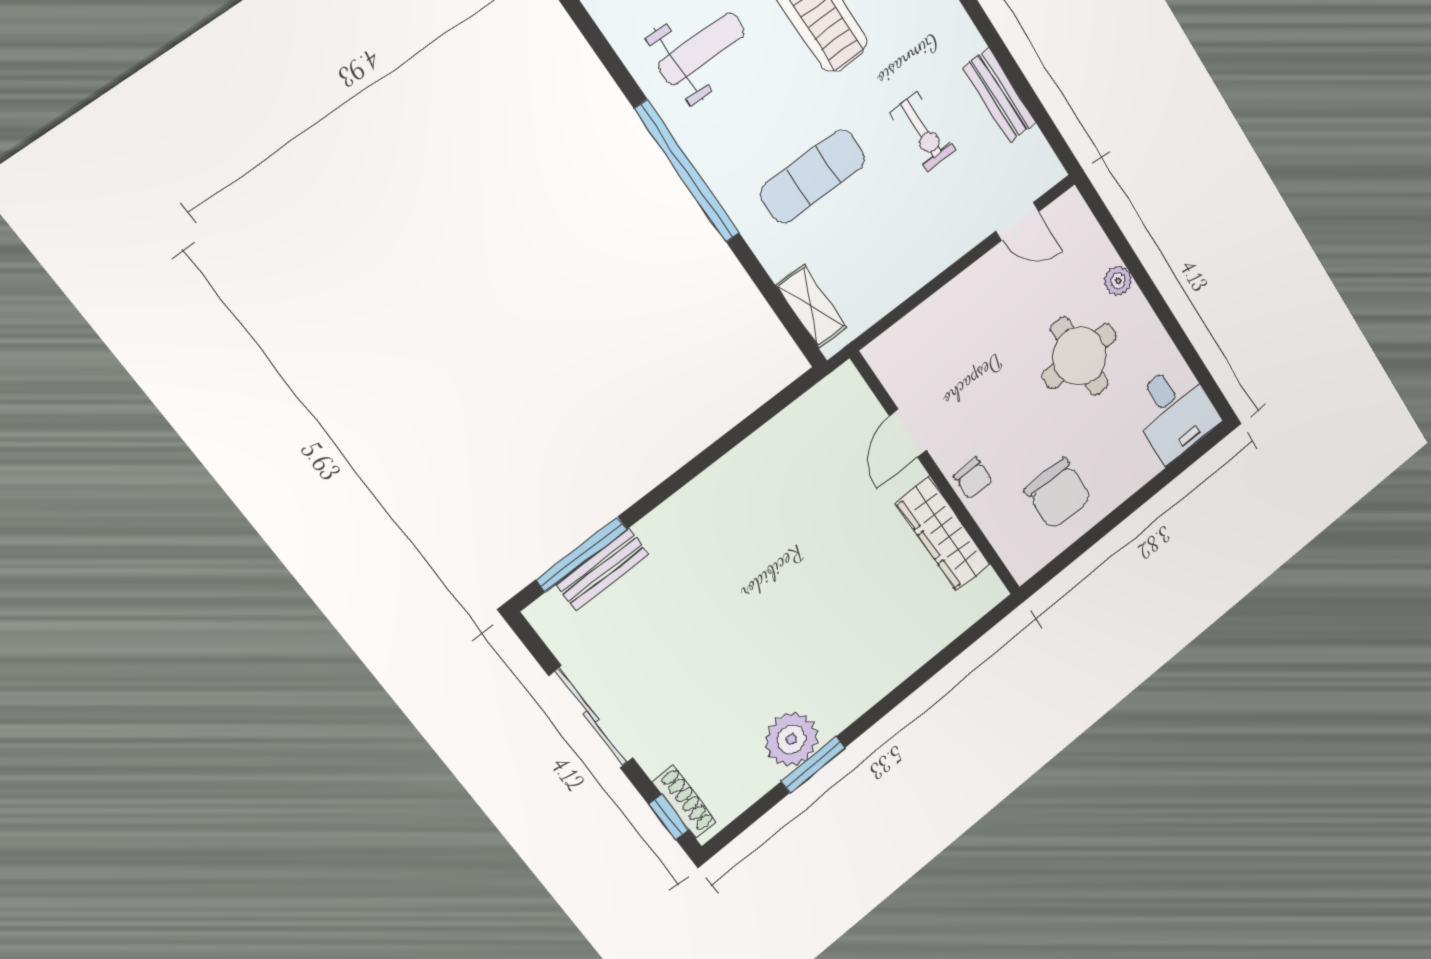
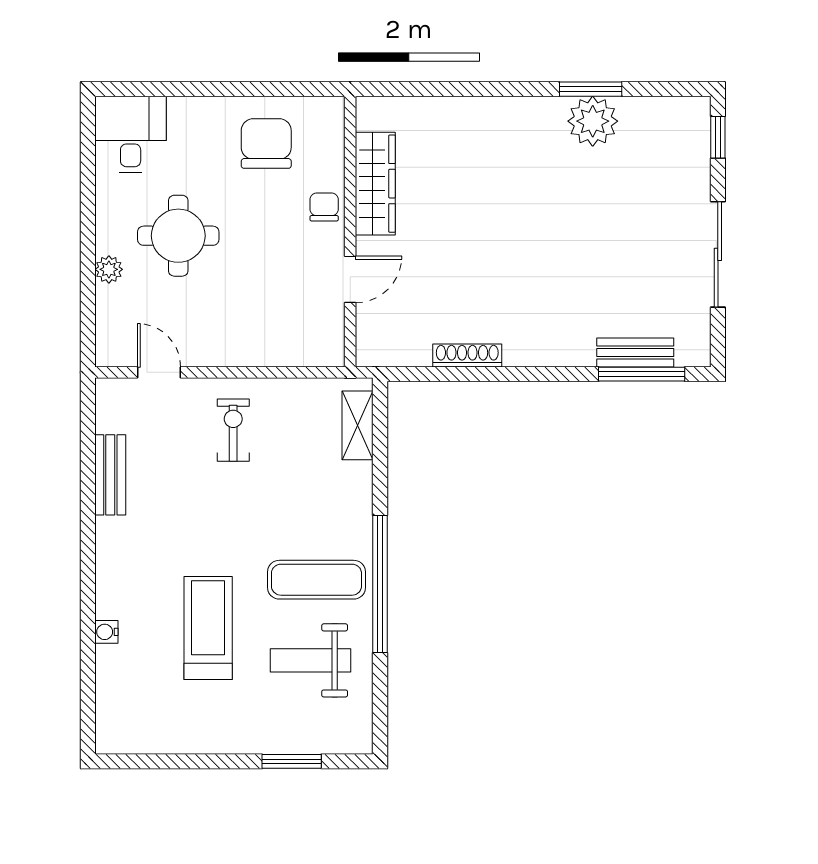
exercise bike: (922, 131) -> (233, 430), moved
exercise mat: (813, 176) -> (316, 580), moved
shoe rack: (685, 802) -> (467, 355), moved, turned 90

